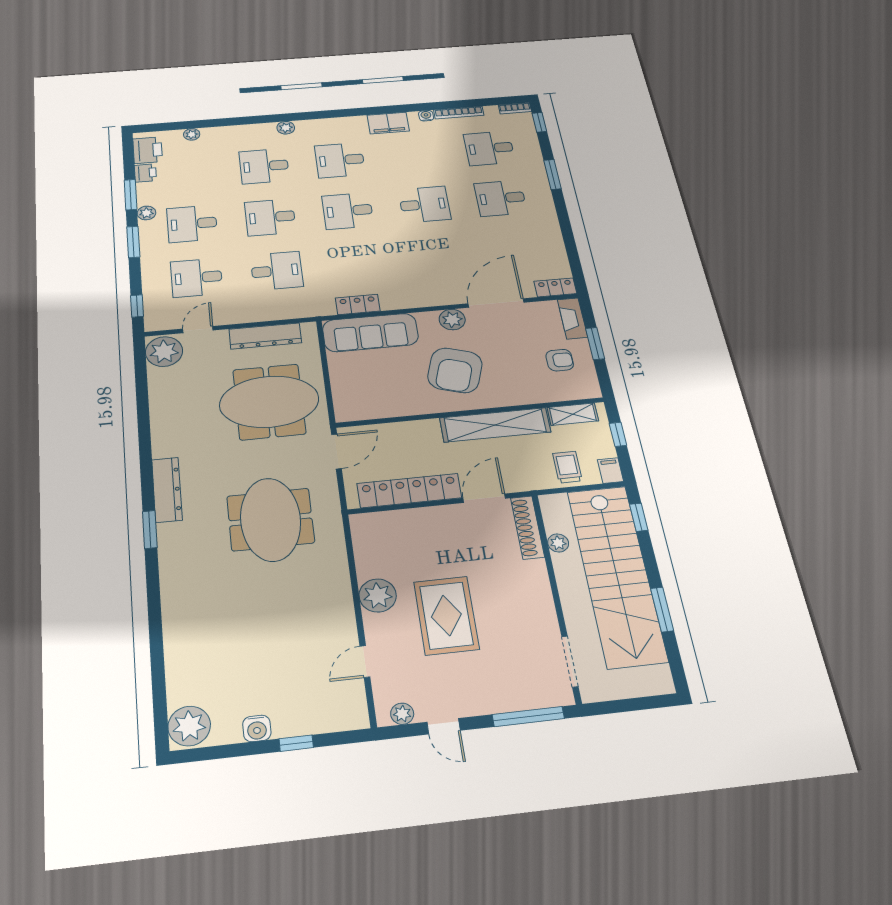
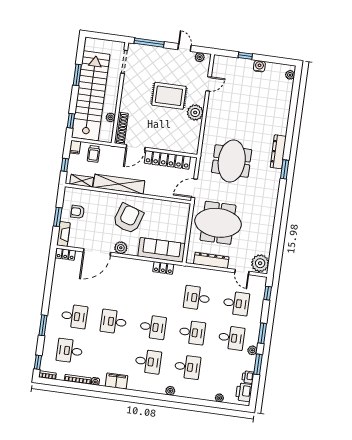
desk: (489, 148) -> (70, 351), turned 180
door: (198, 330) -> (242, 272), hinge flipped
dresser: (167, 490) -> (278, 152), moved
rug: (446, 615) -> (169, 96), turned 90
plant: (189, 726) -> (290, 75), width x0.53, depth x0.53

